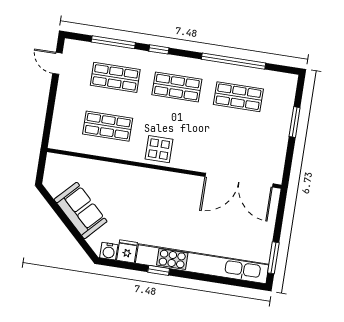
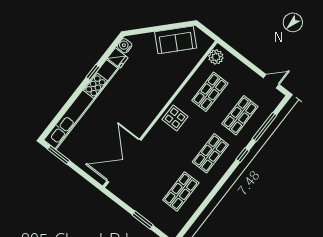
window: (234, 61) -> (207, 201), removed
plant: (64, 141) -> (216, 57), added
sofa: (81, 210) -> (176, 40), moved

